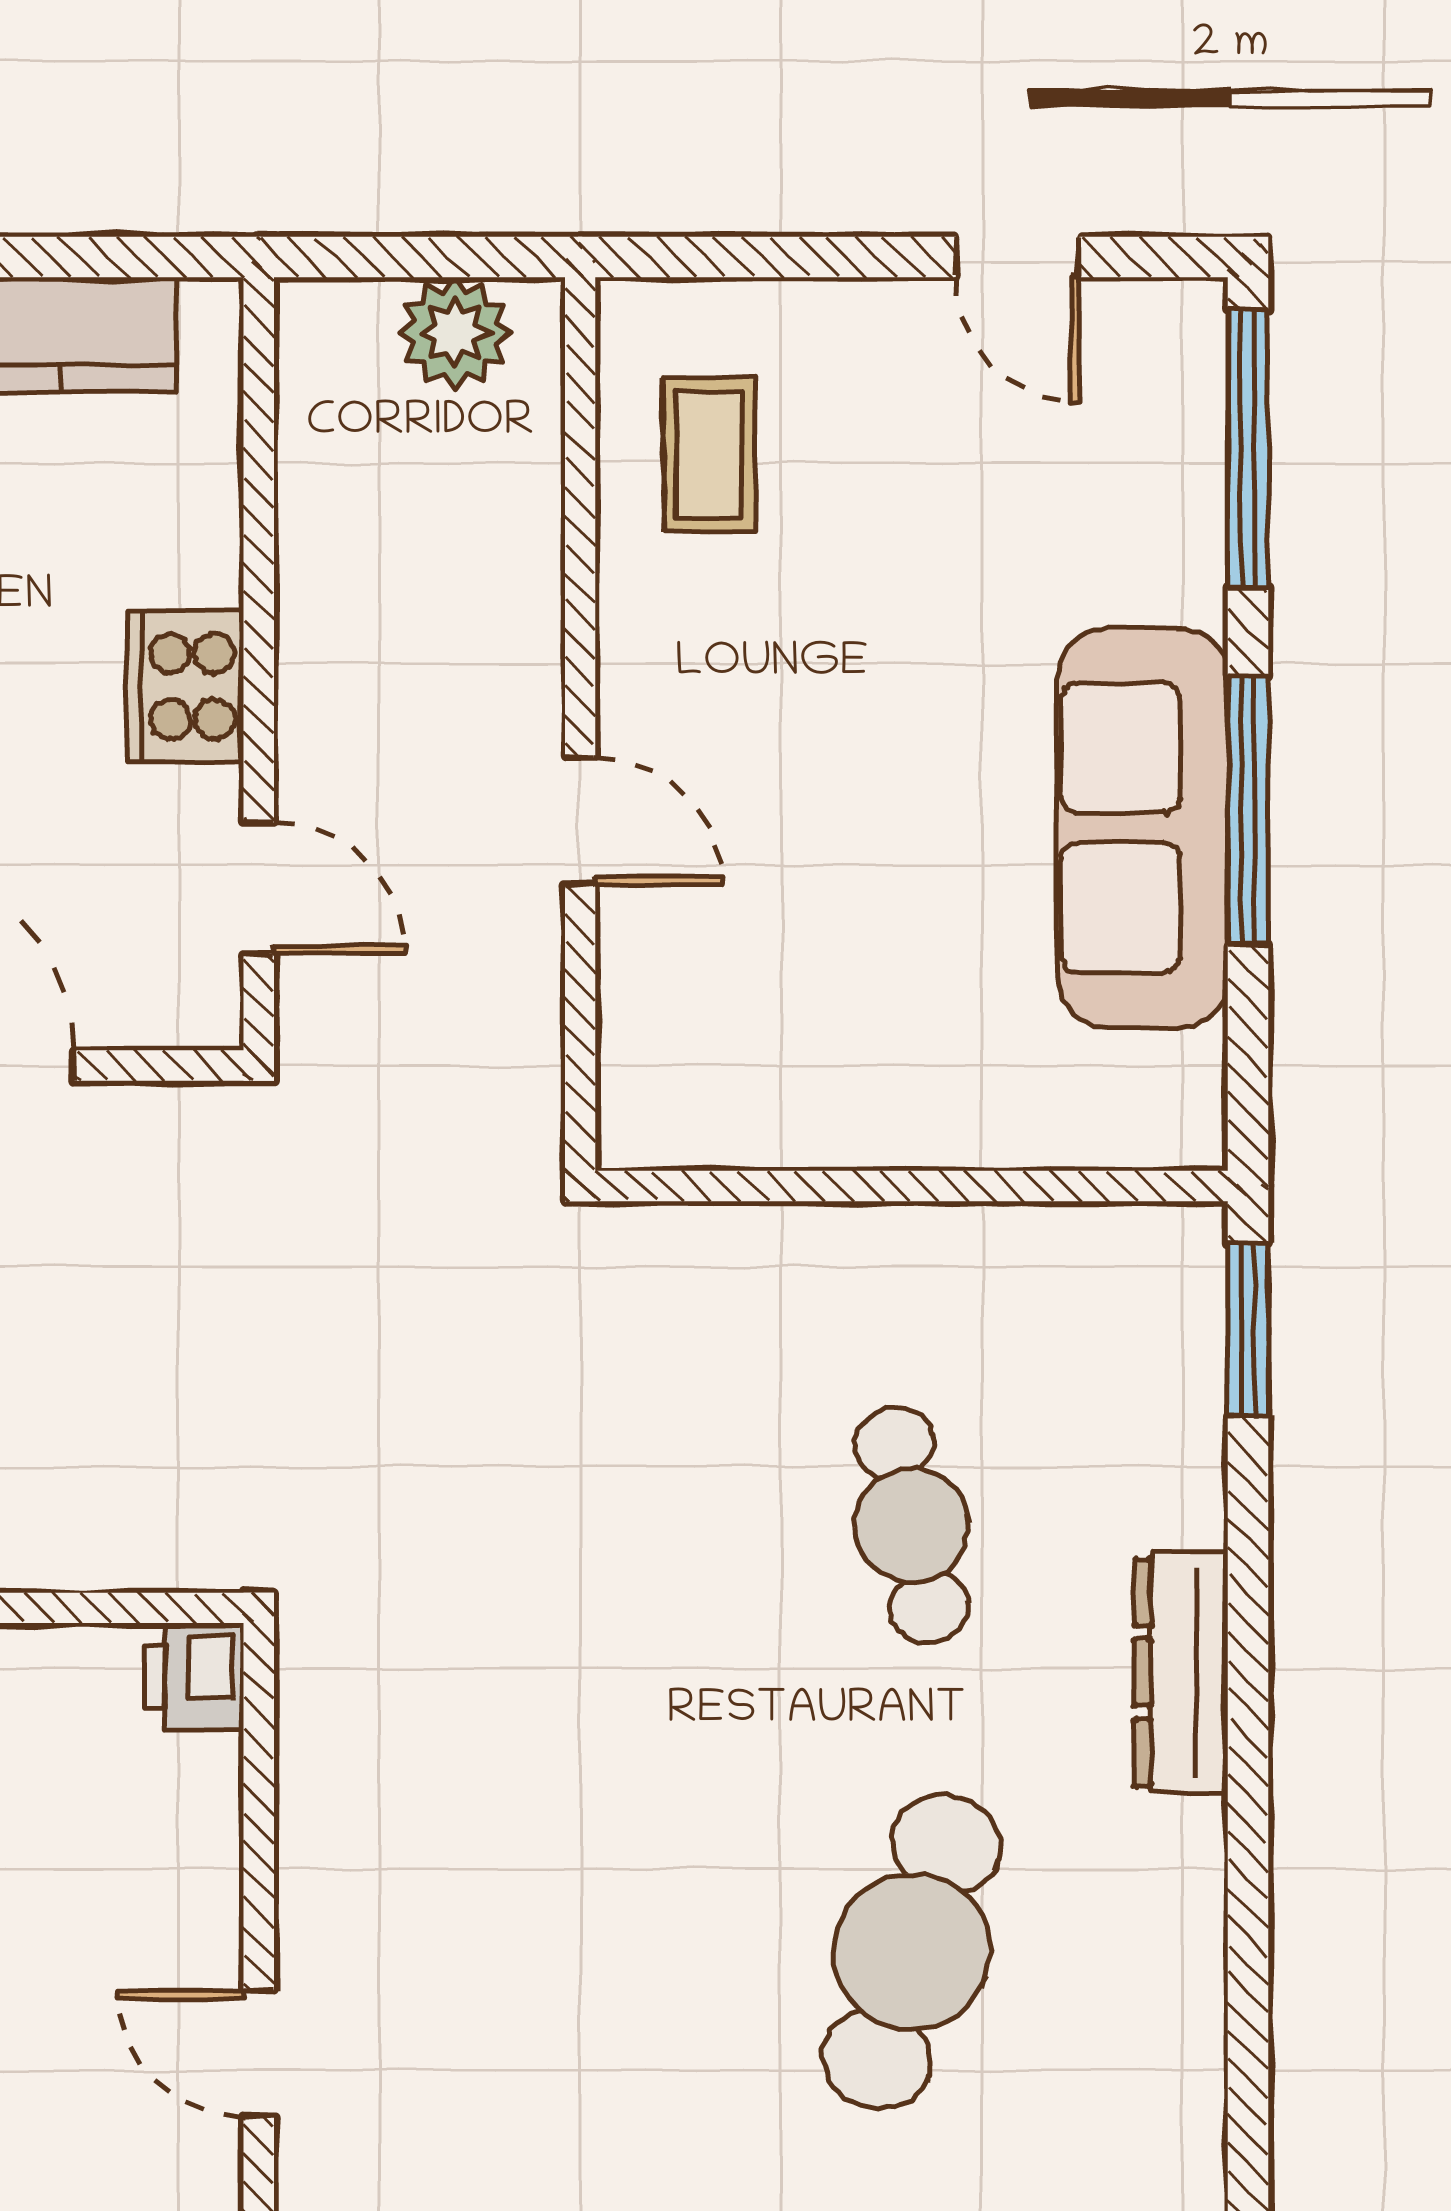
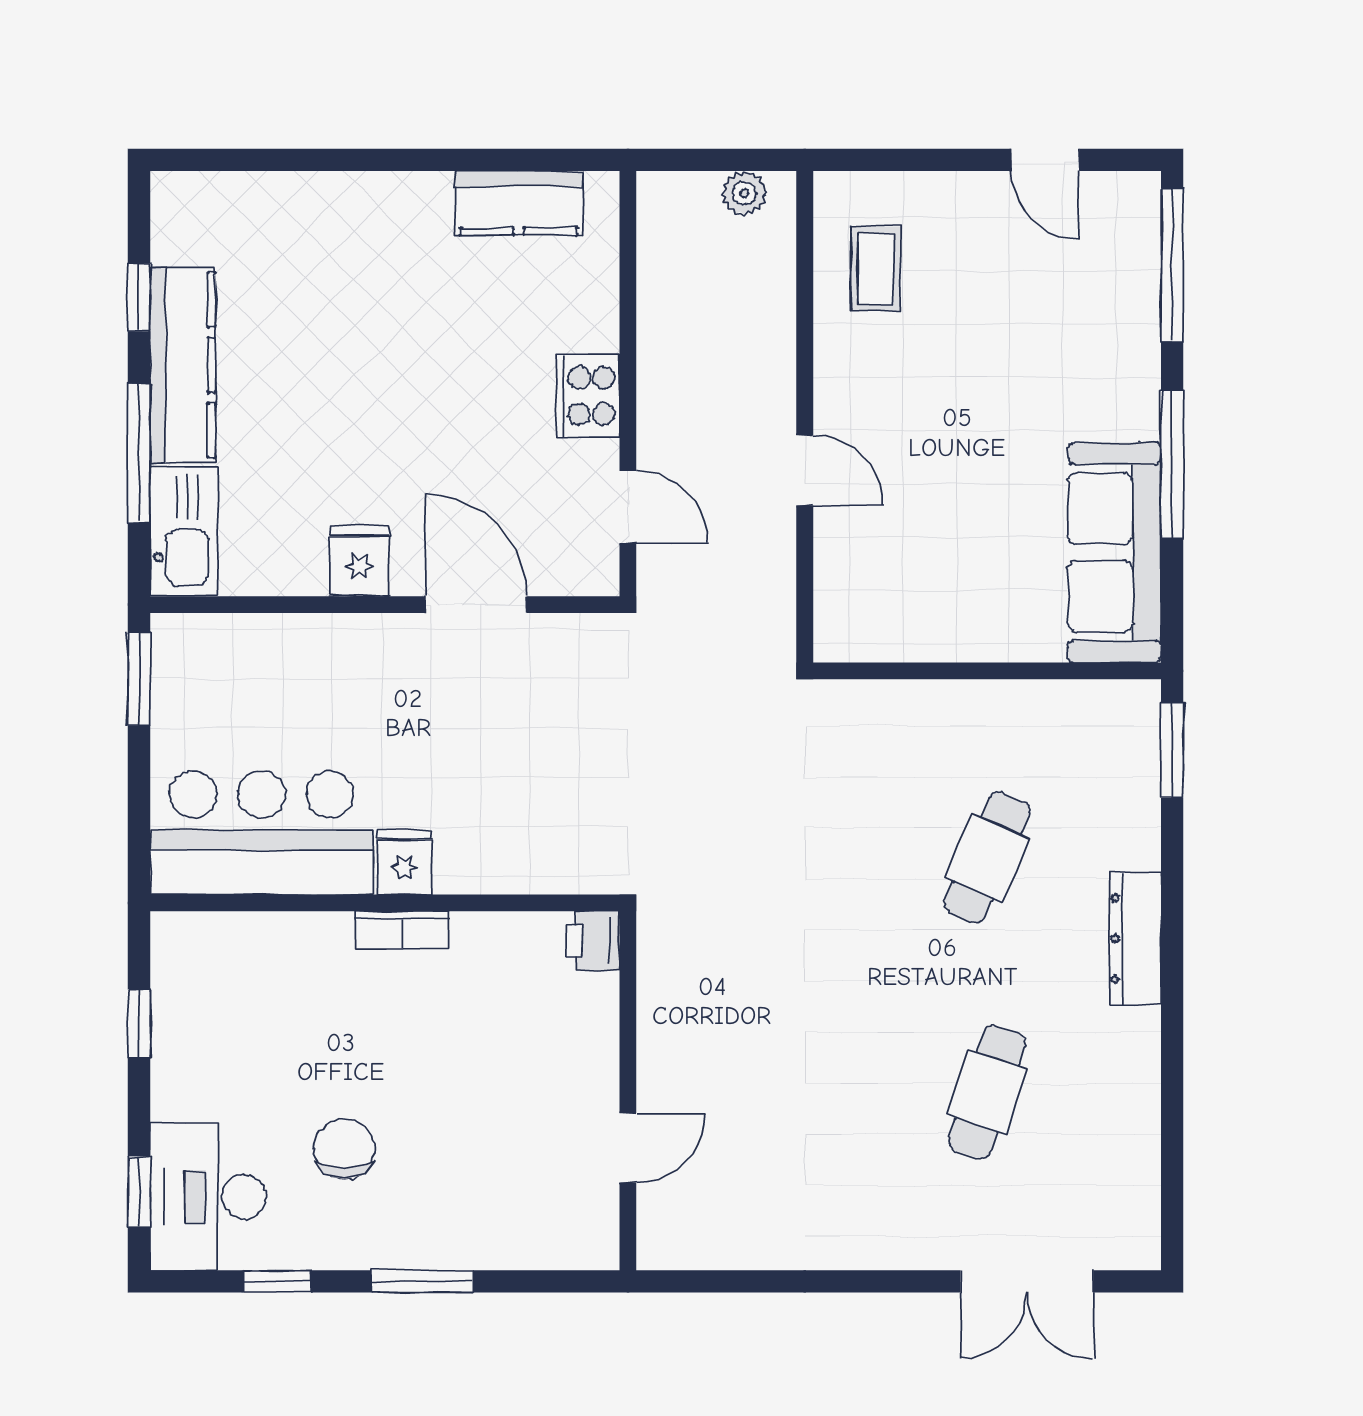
plant: (455, 333) -> (744, 193), width x0.73, depth x0.73
sofa: (1143, 828) -> (1114, 552), moved
cafe table: (912, 1525) -> (987, 857), turned 36
cafe table: (912, 1952) -> (987, 1092), width x0.73, depth x0.74
door: (259, 2053) -> (628, 1148), swing flipped

